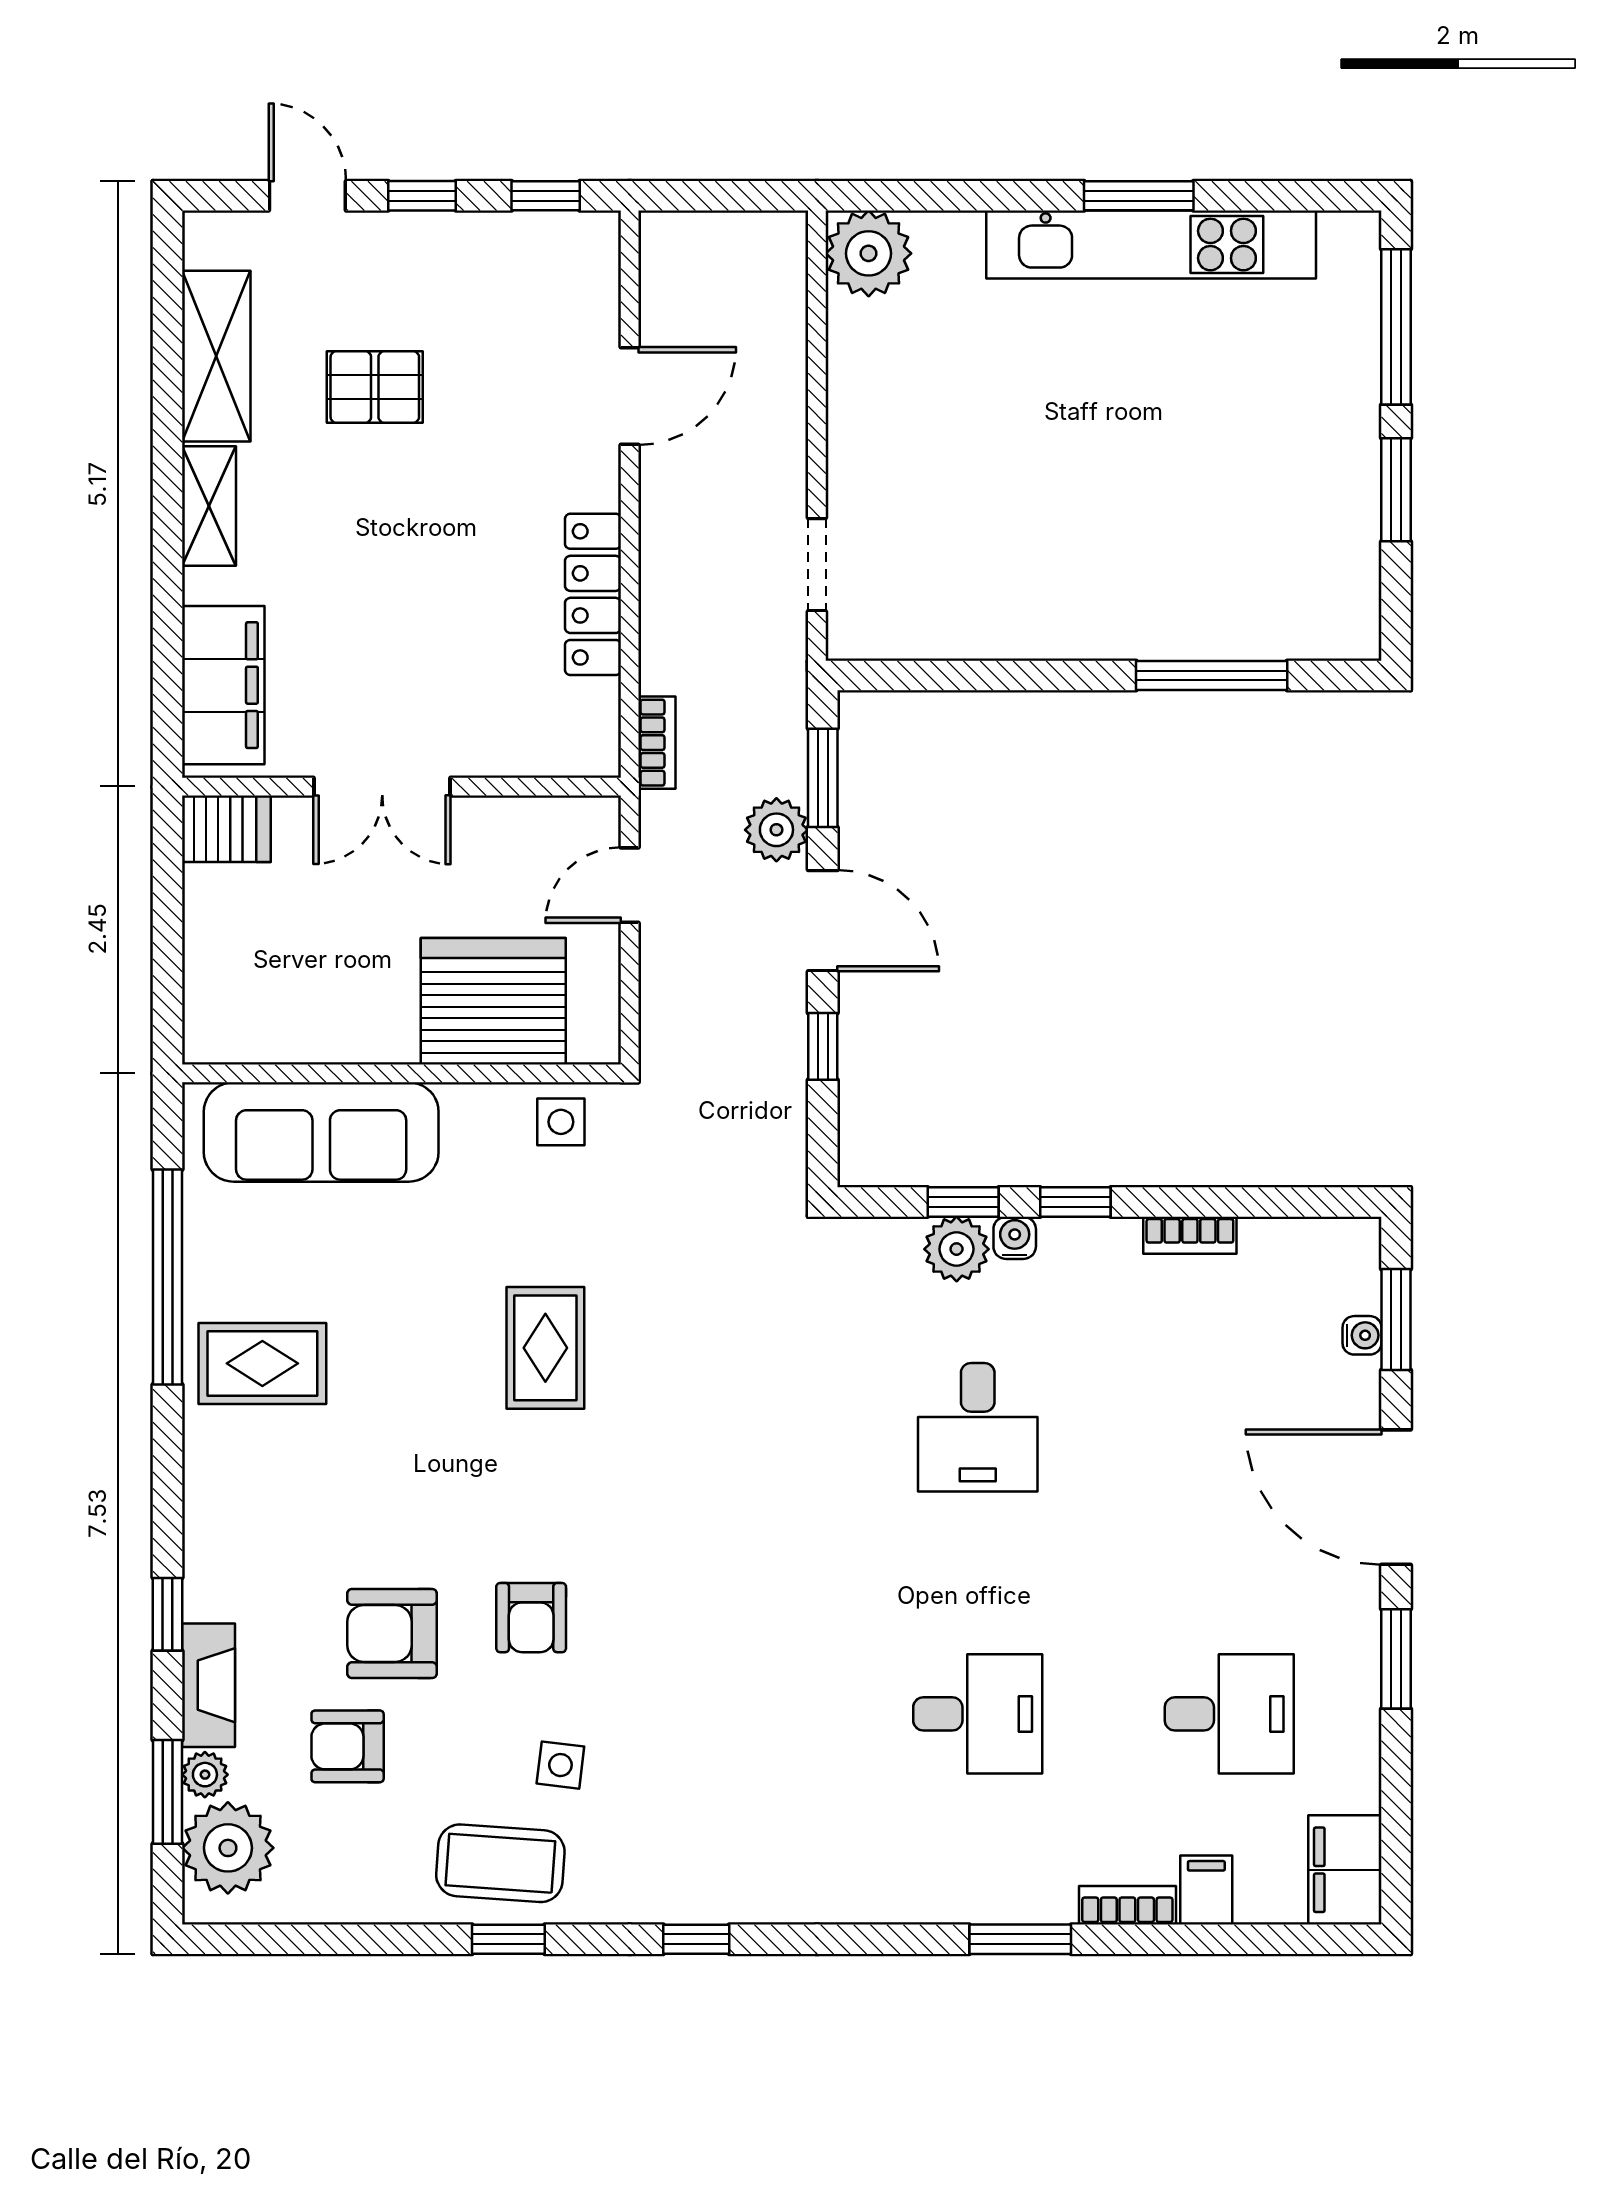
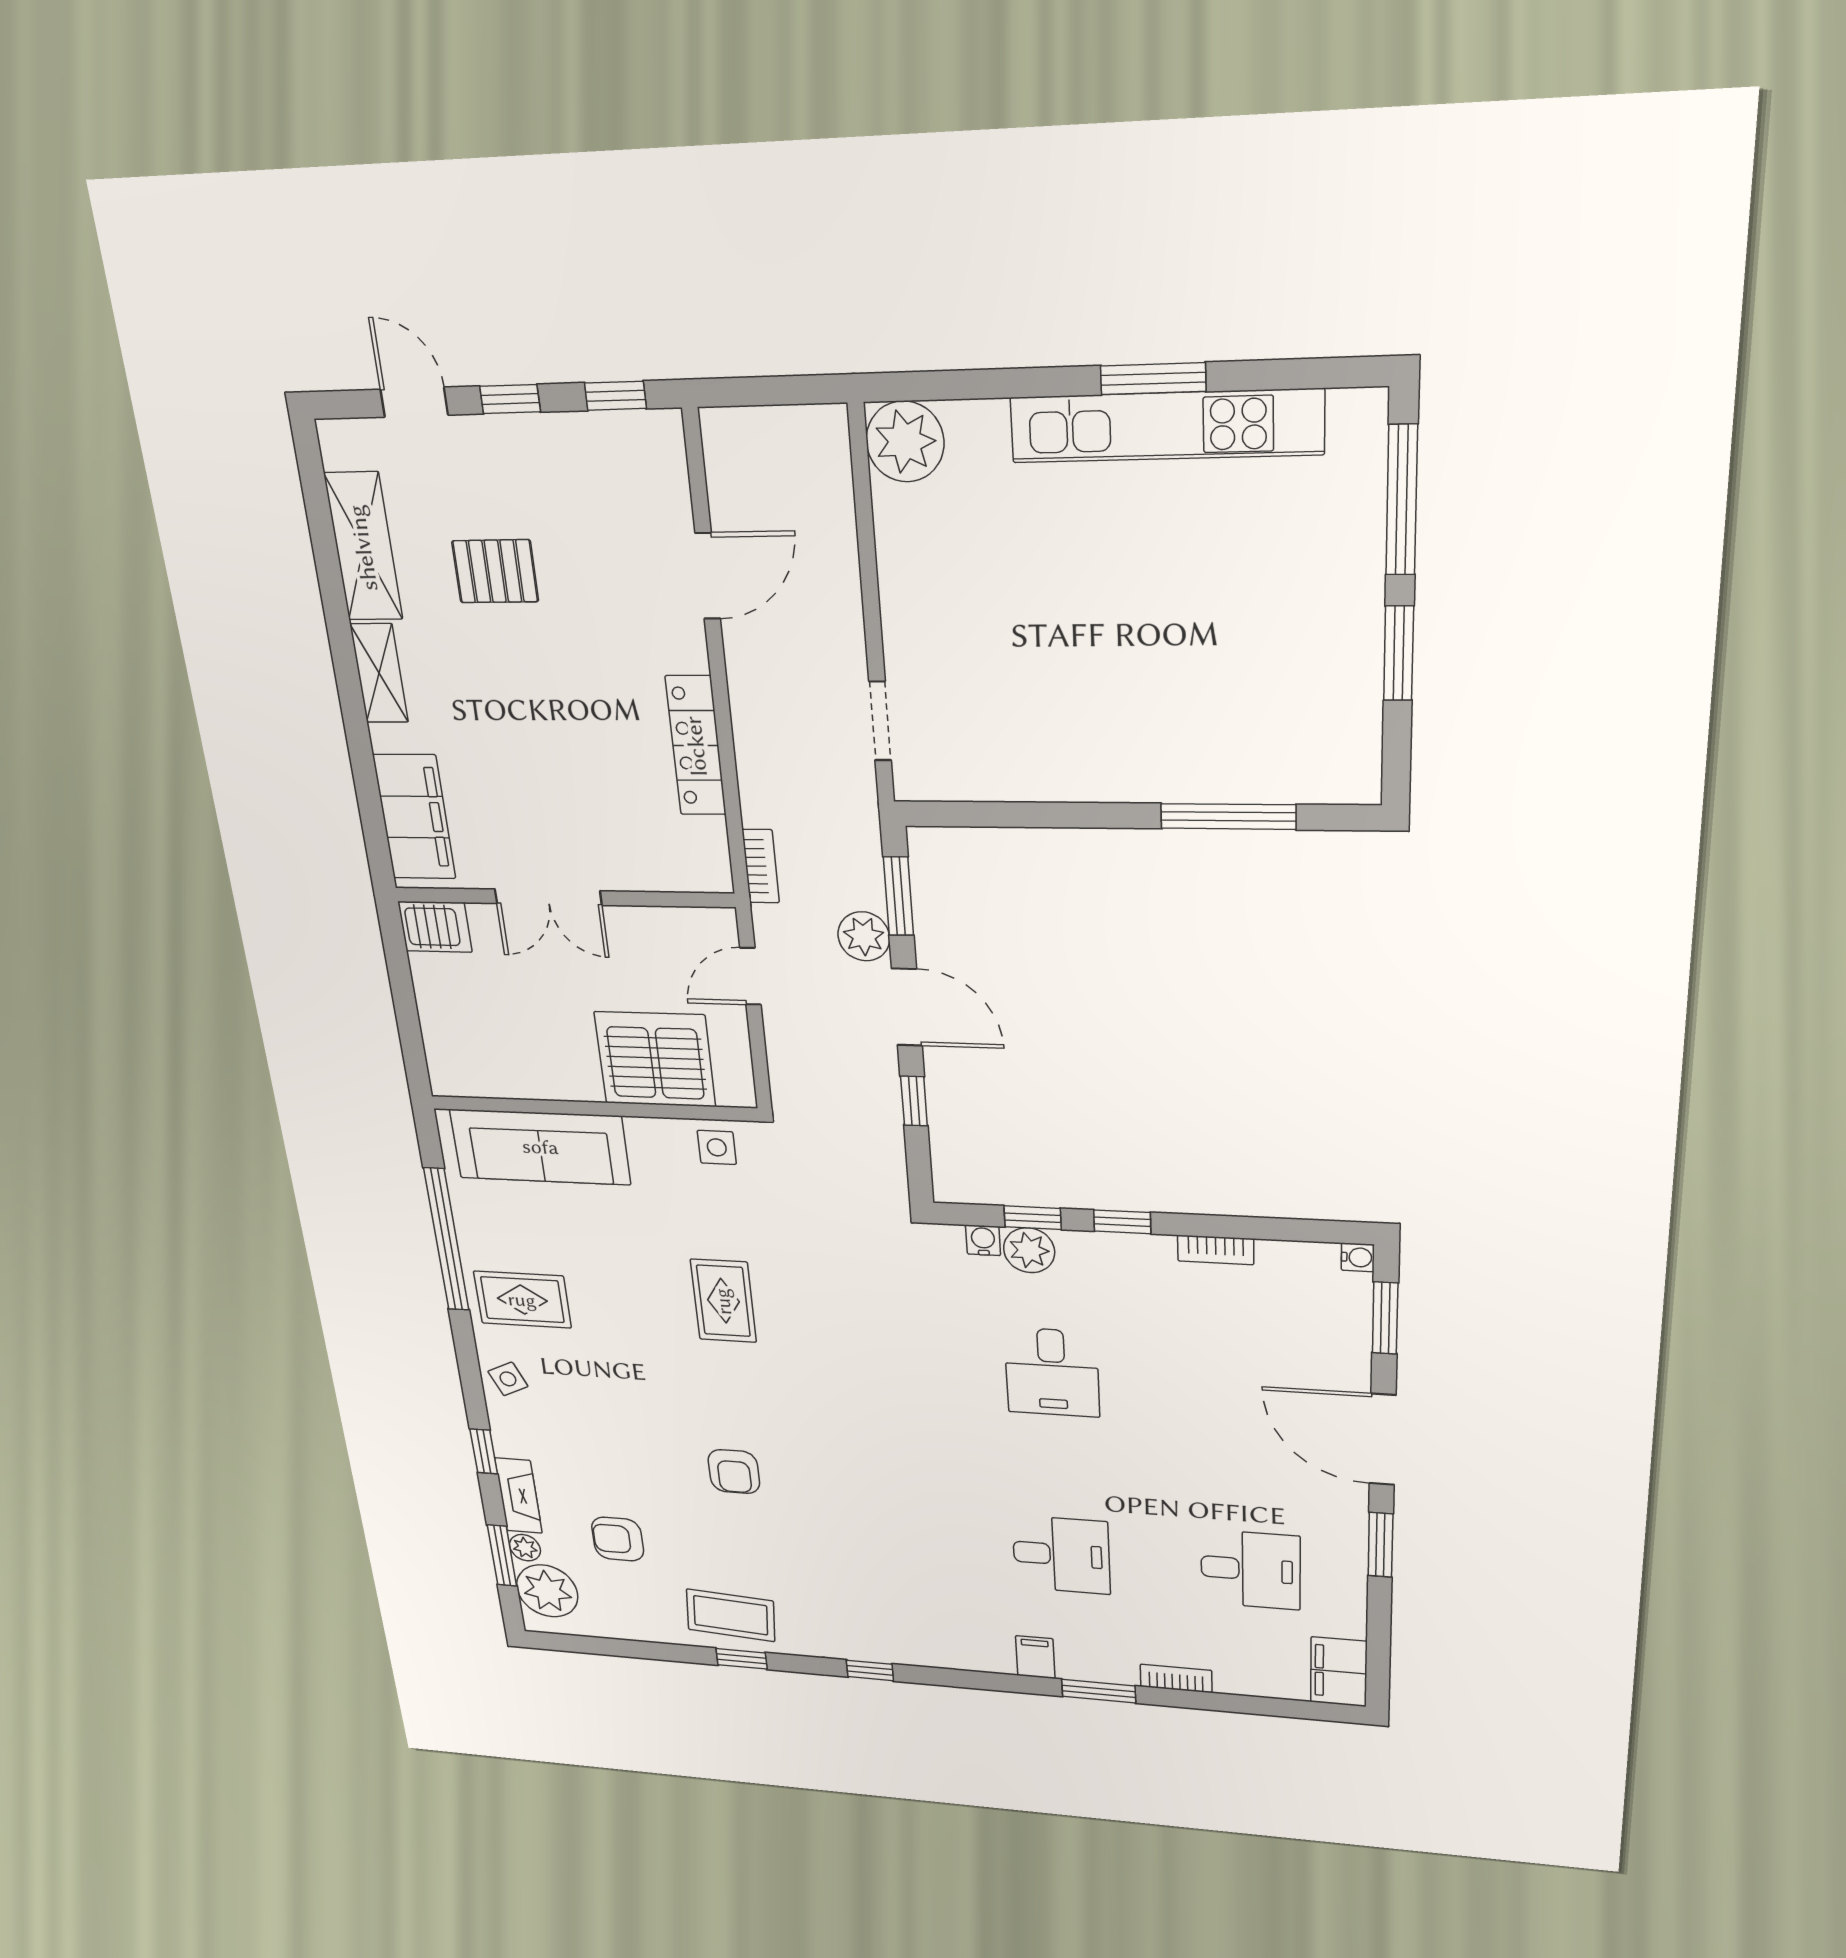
water cooler: (1015, 1238) -> (983, 1240), moved
water cooler: (1362, 1335) -> (1358, 1257), moved
armchair: (392, 1633) -> (638, 1474), removed
side table: (560, 1765) -> (508, 1379), moved, turned -32
filing cabinet: (1206, 1890) -> (1035, 1657), moved

